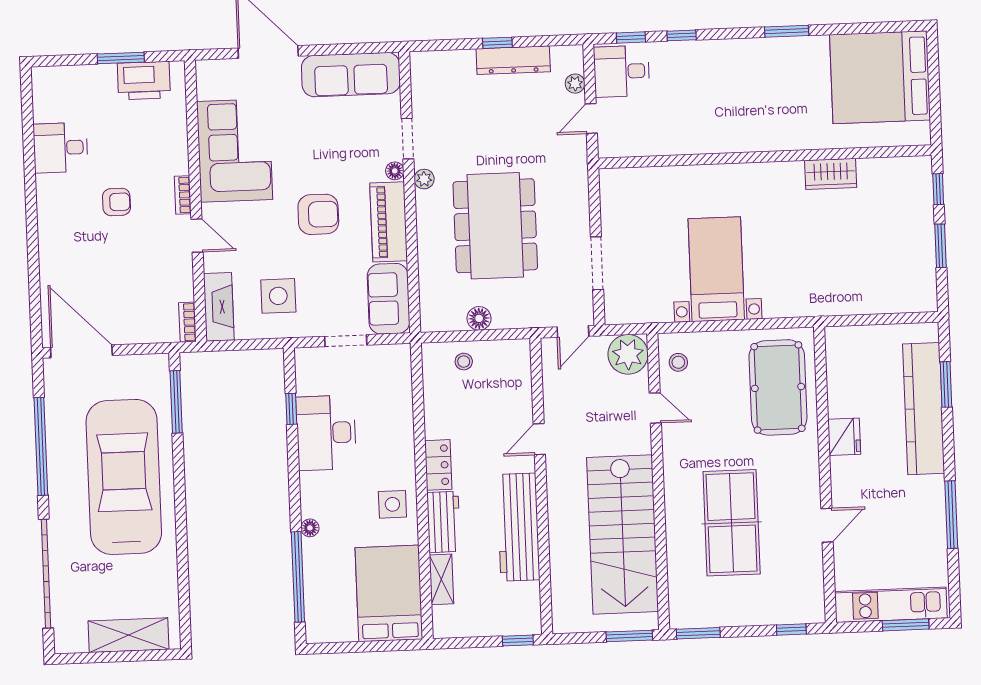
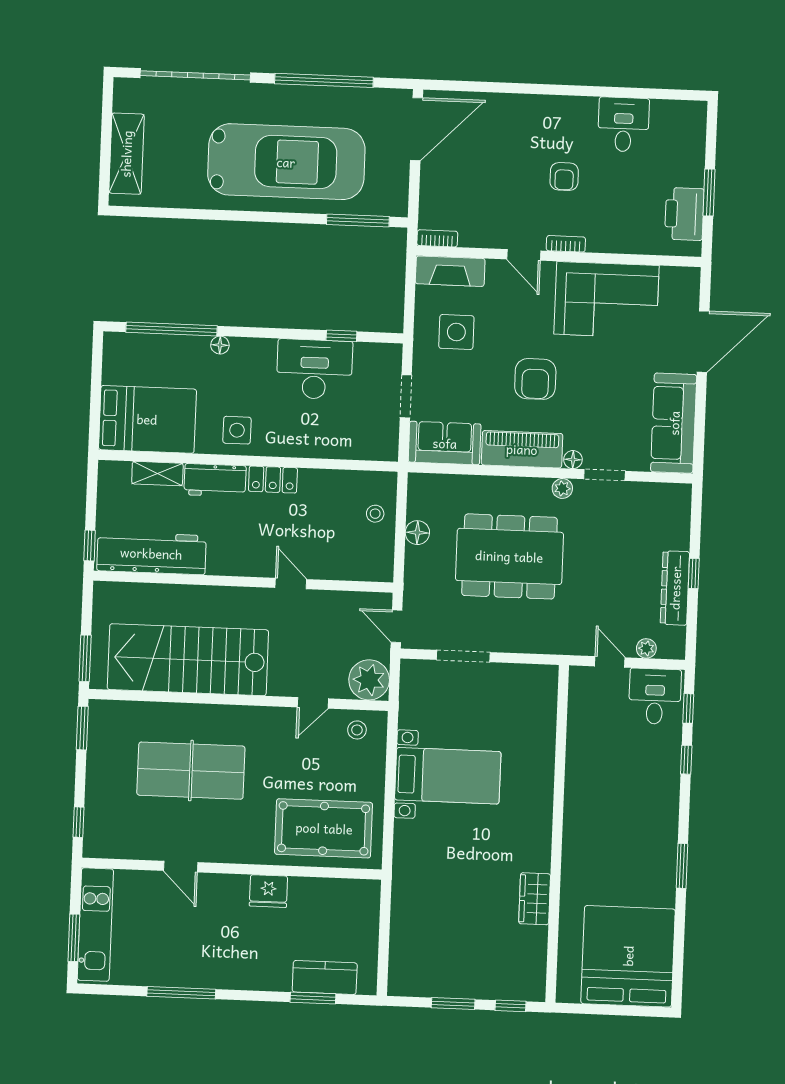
door: (197, 236) -> (524, 255), hinge flipped
kitchen counter: (924, 409) -> (325, 977), width x0.48, depth x0.86
workbench: (518, 527) -> (151, 553), moved

